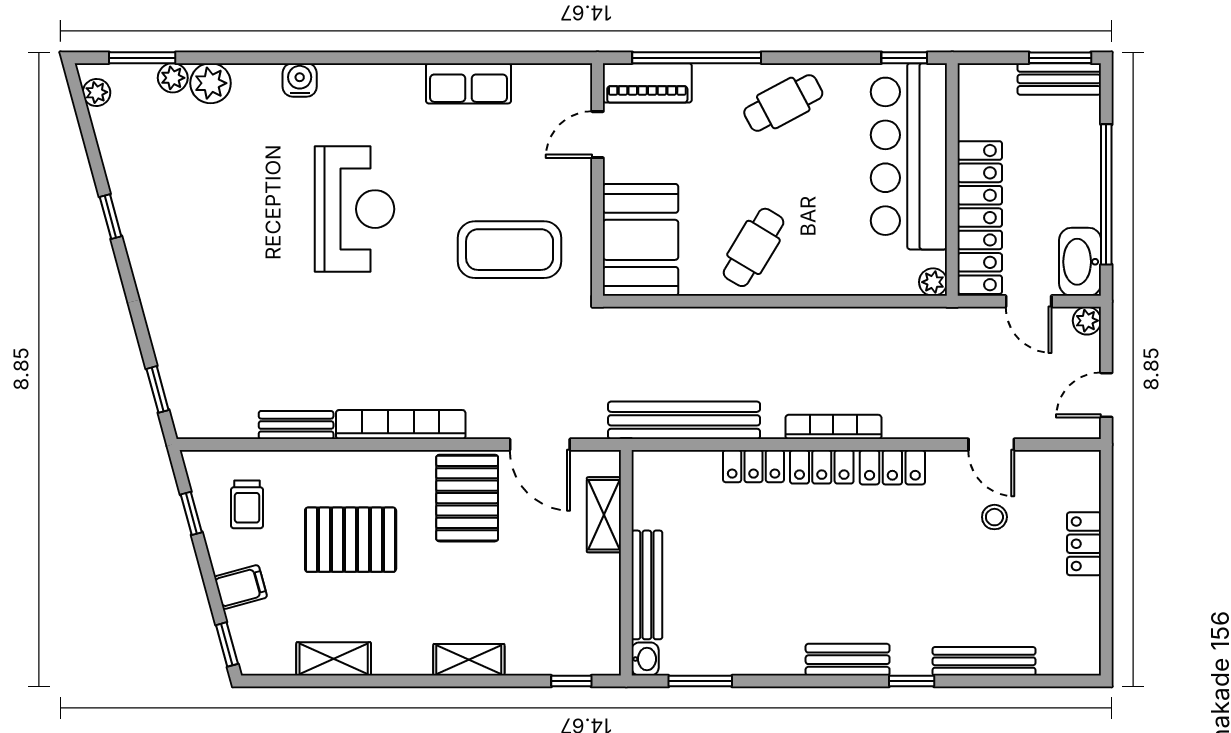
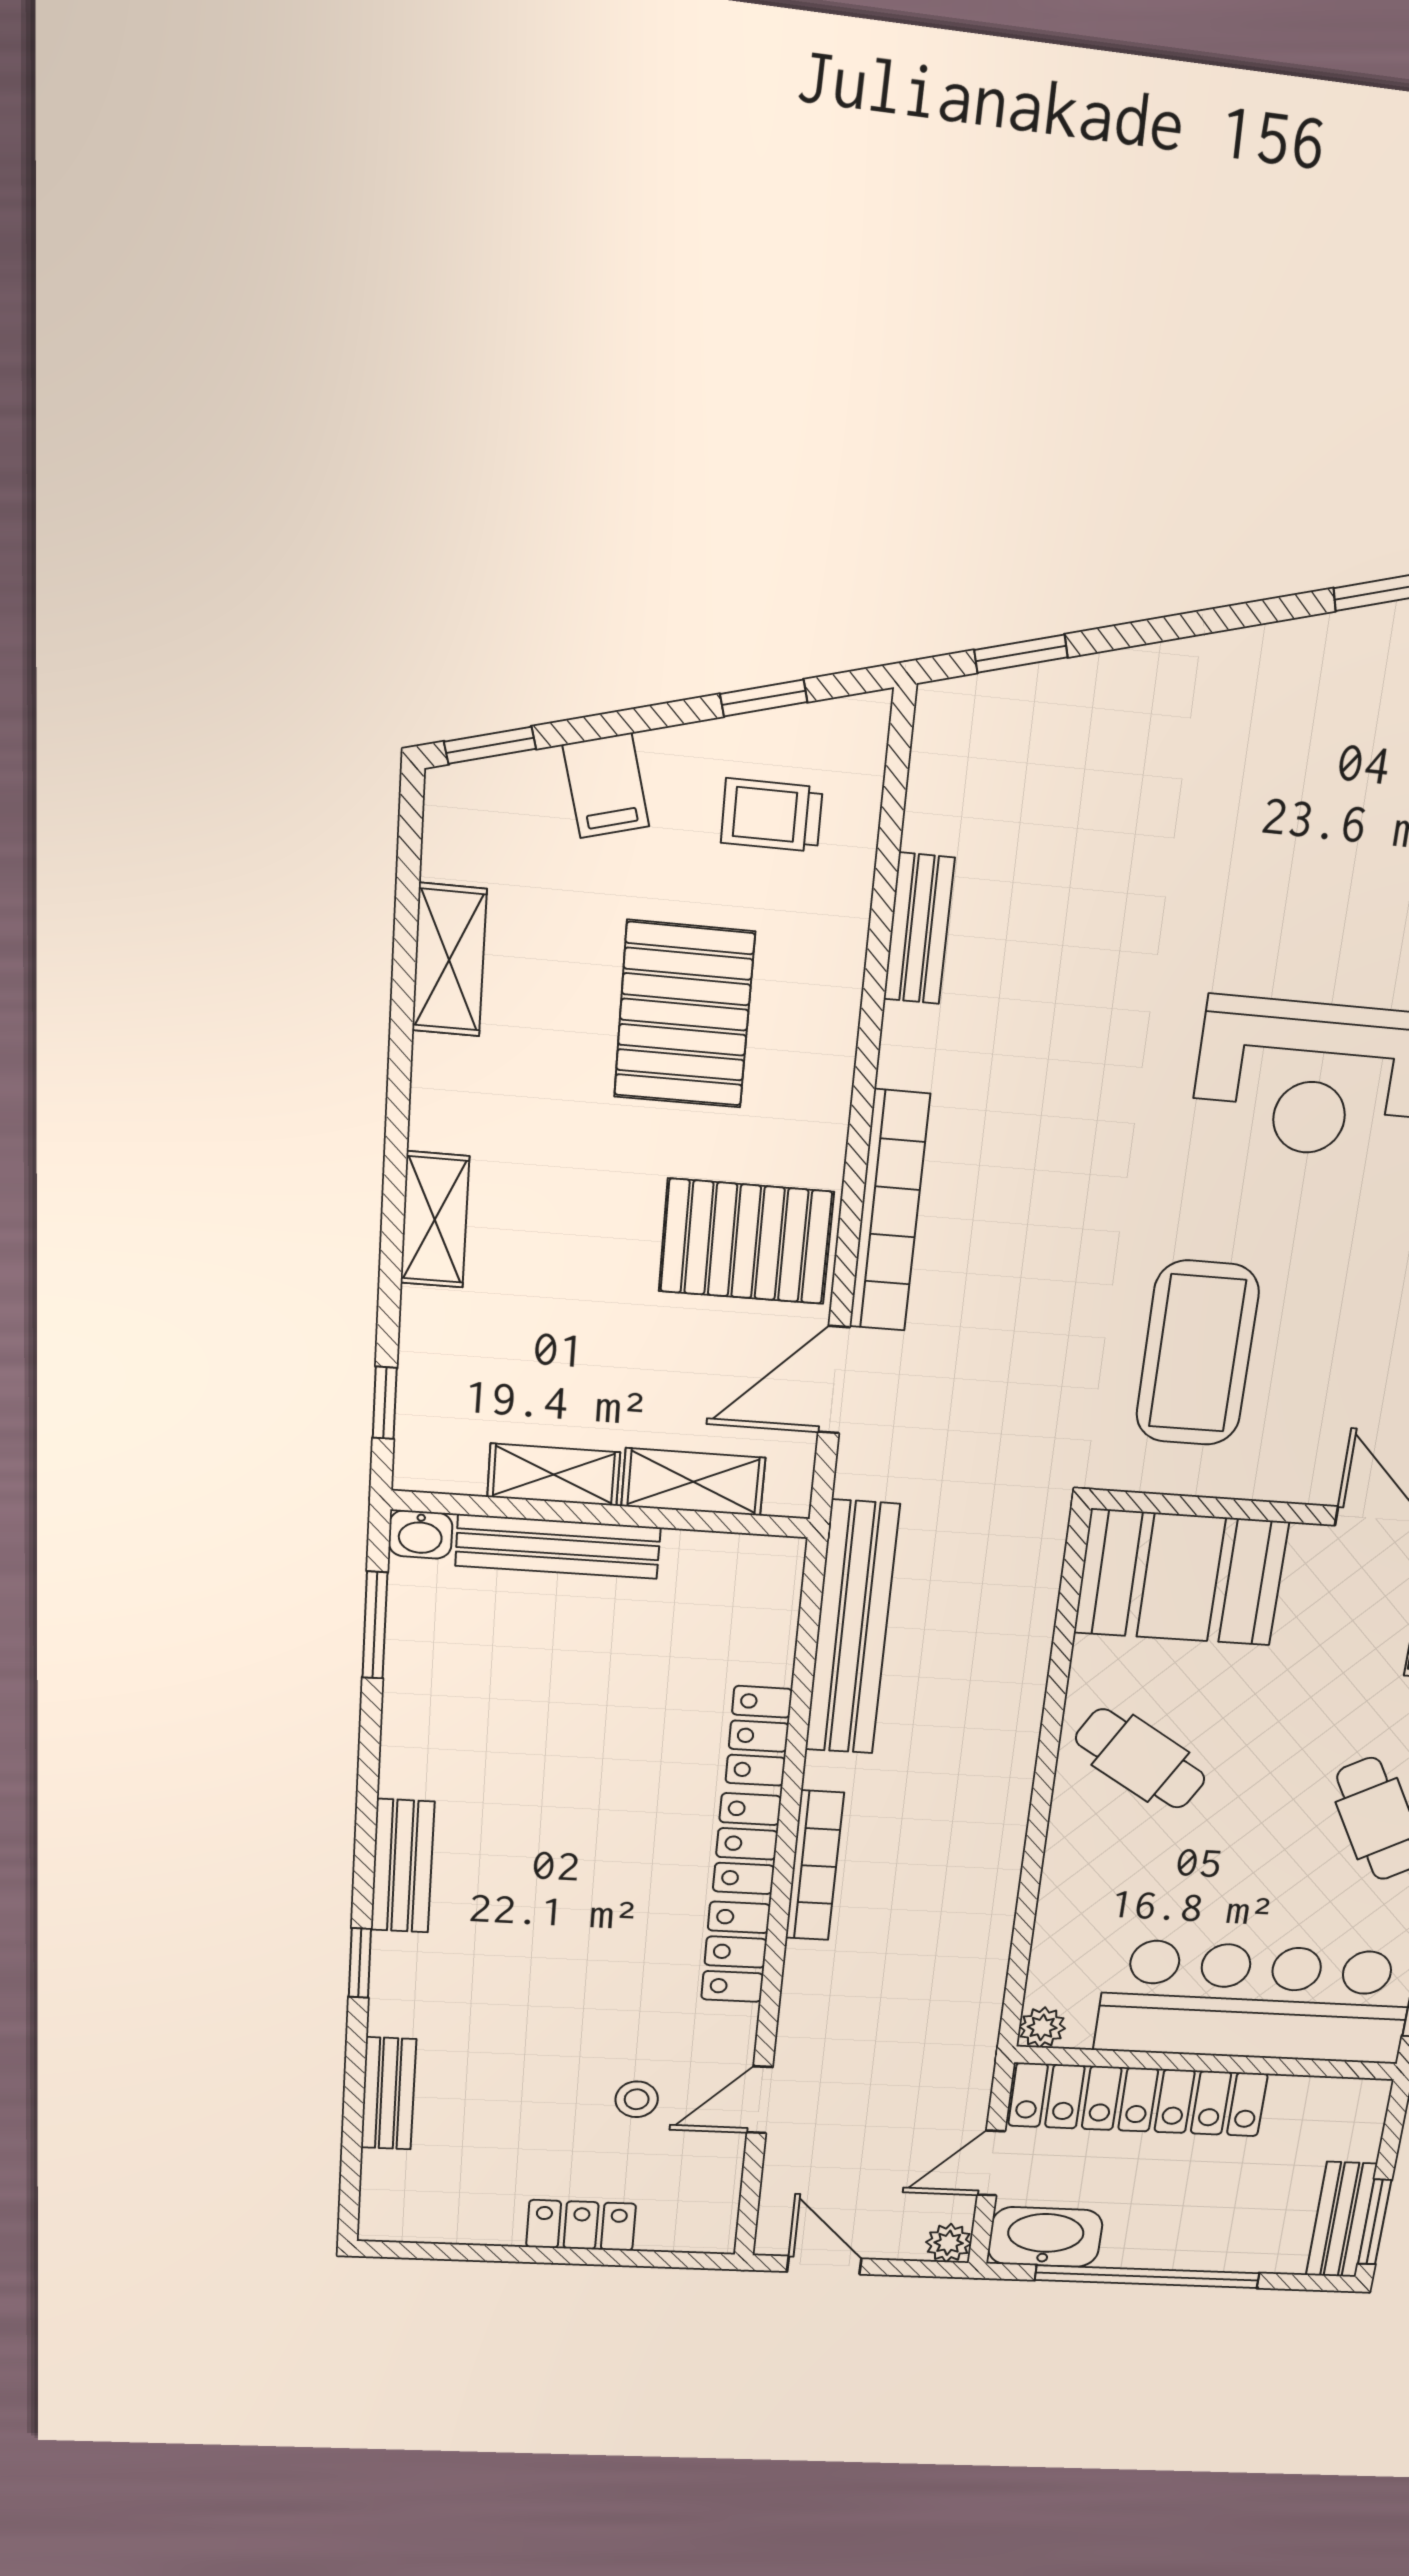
bookcase: (401, 425) -> (889, 1211), moved
shelving: (605, 590) -> (554, 1475), added
bench: (984, 661) -> (388, 2093), width x0.73

